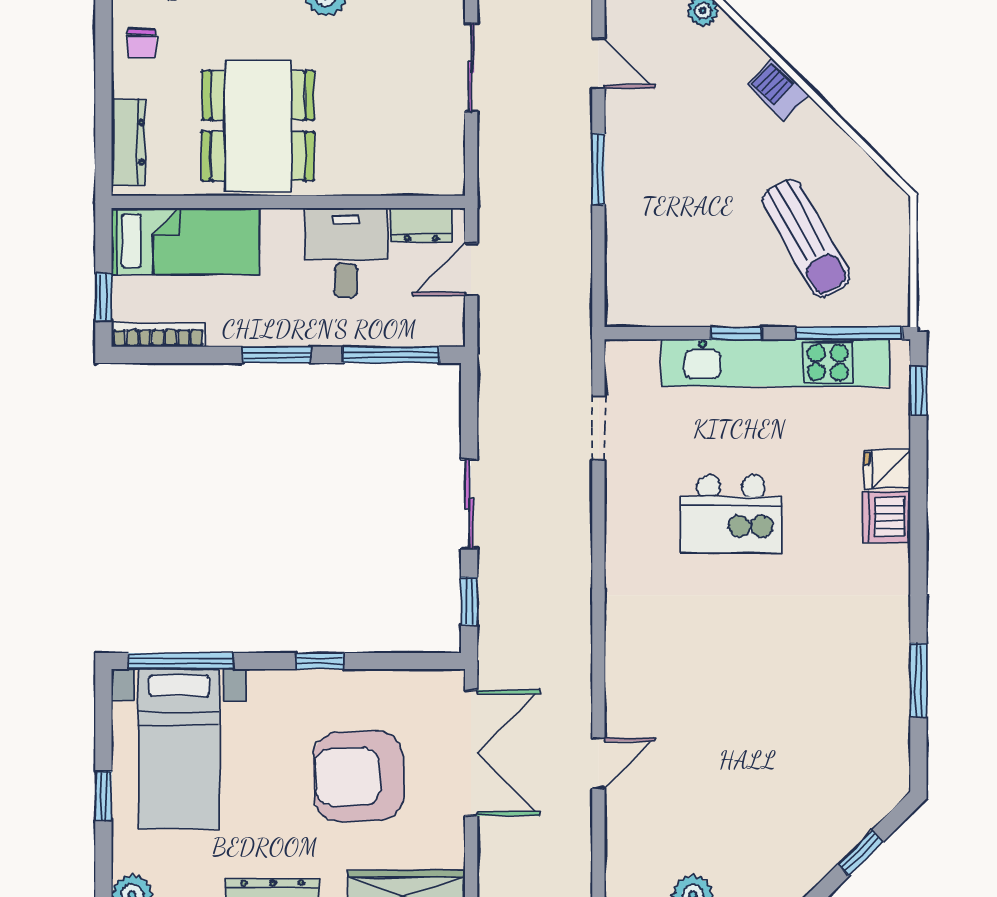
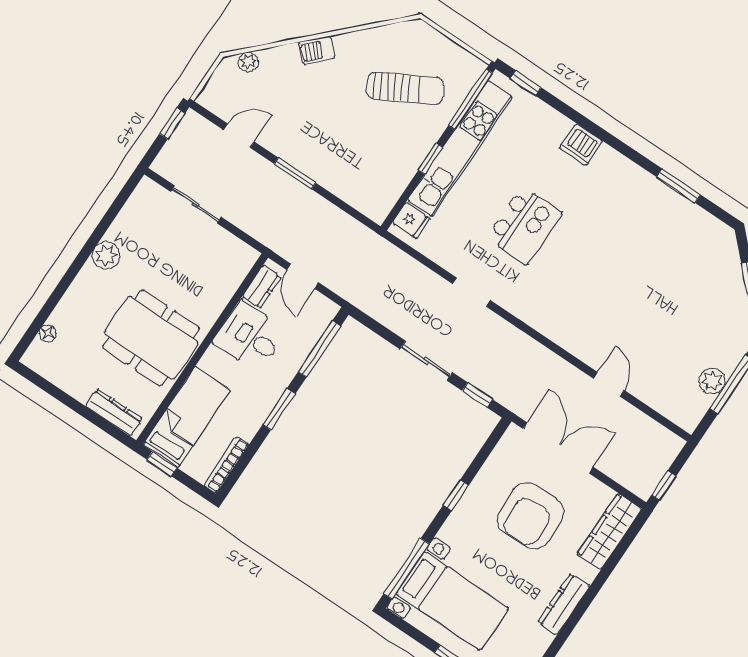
chair: (142, 43) -> (66, 370), removed
window: (103, 297) -> (162, 464), moved
doorway: (598, 428) -> (471, 292), moved
fridge: (887, 469) -> (411, 221), moved, turned -90

